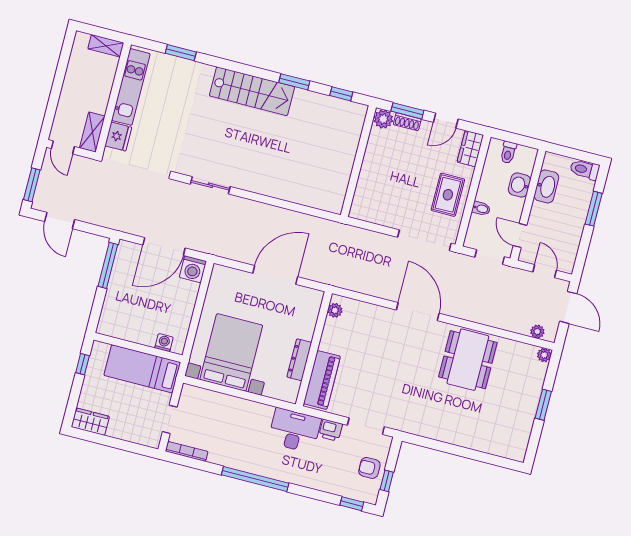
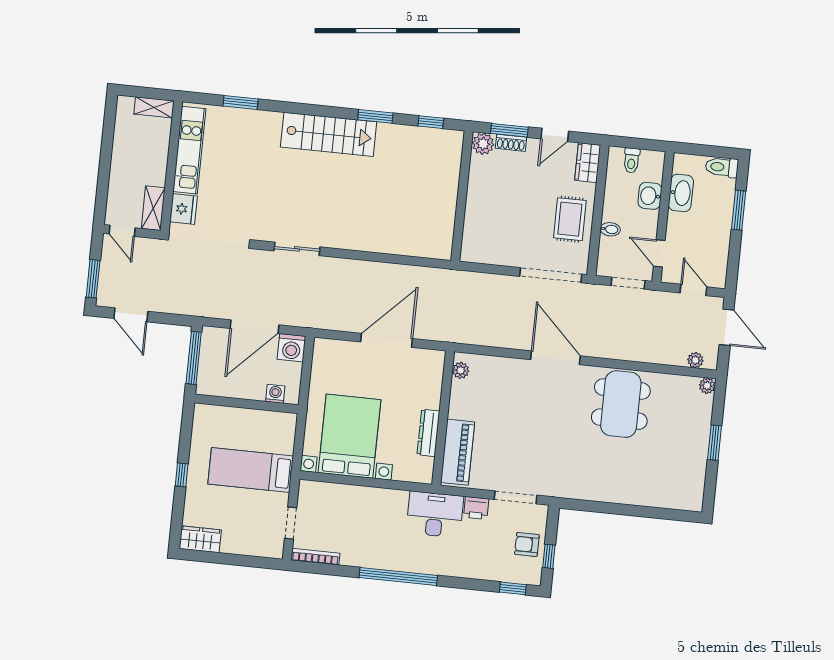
washing machine: (164, 343) -> (275, 394), moved
wall: (138, 347) -> (246, 404), moved

